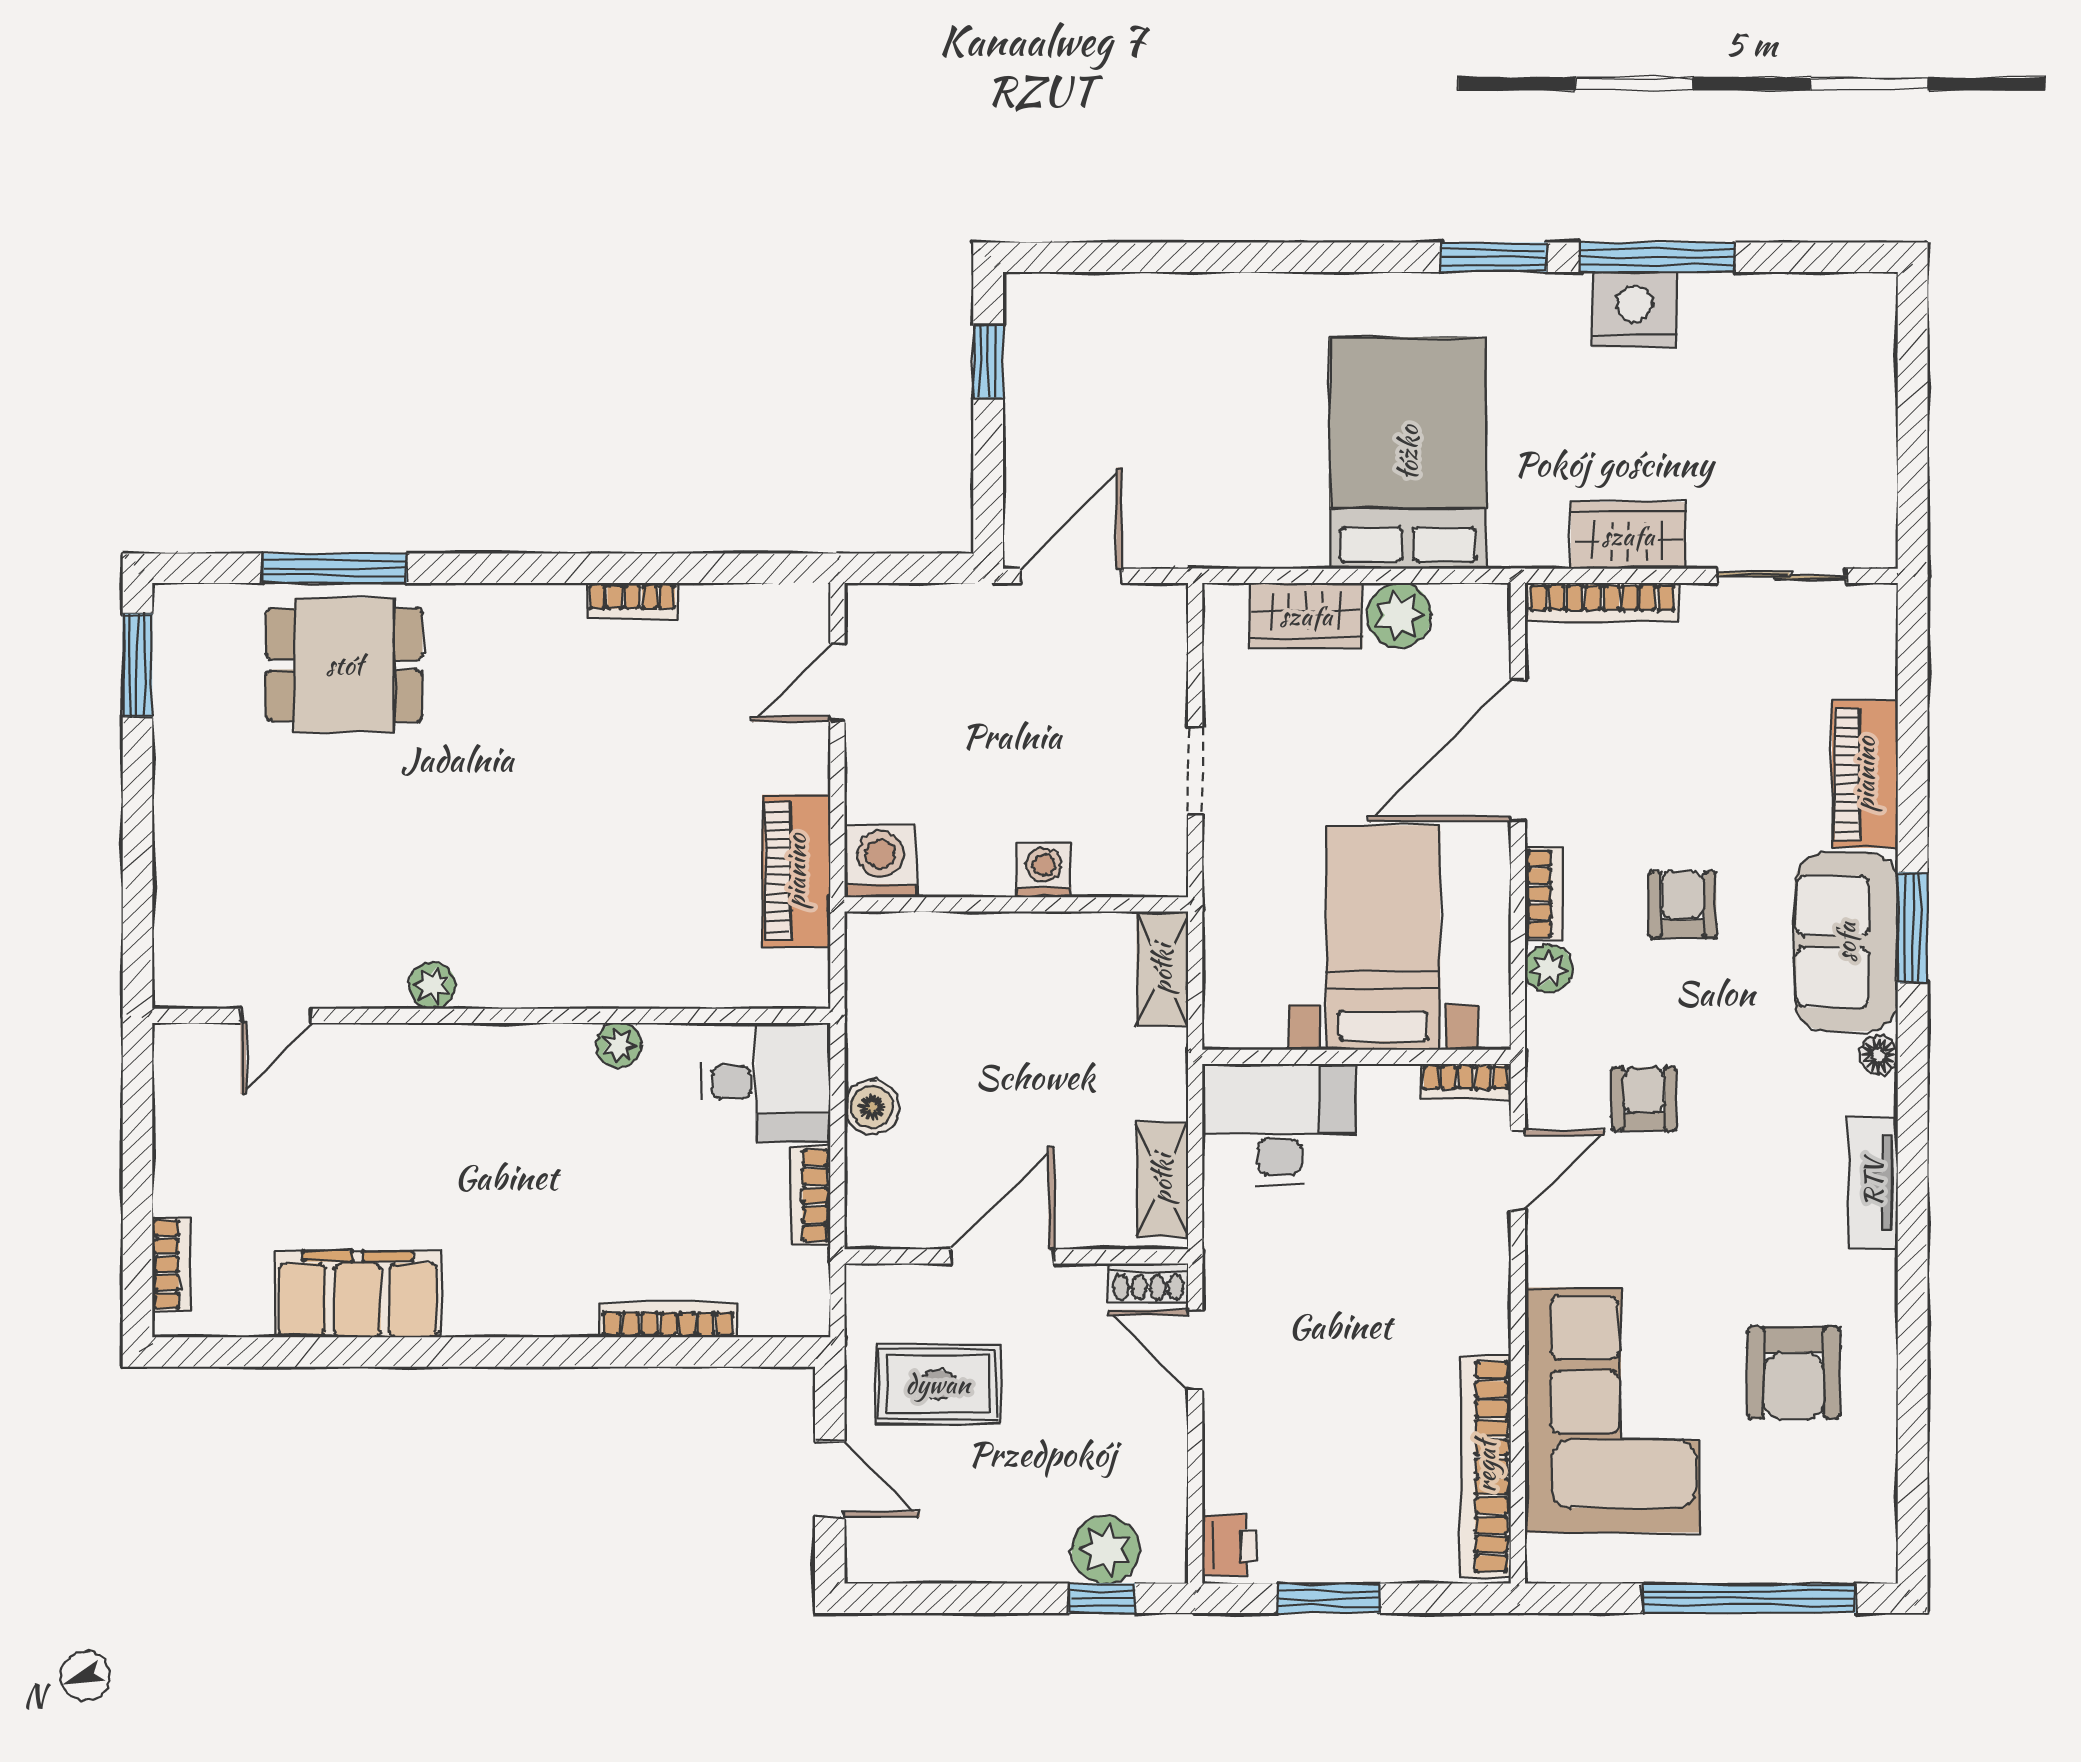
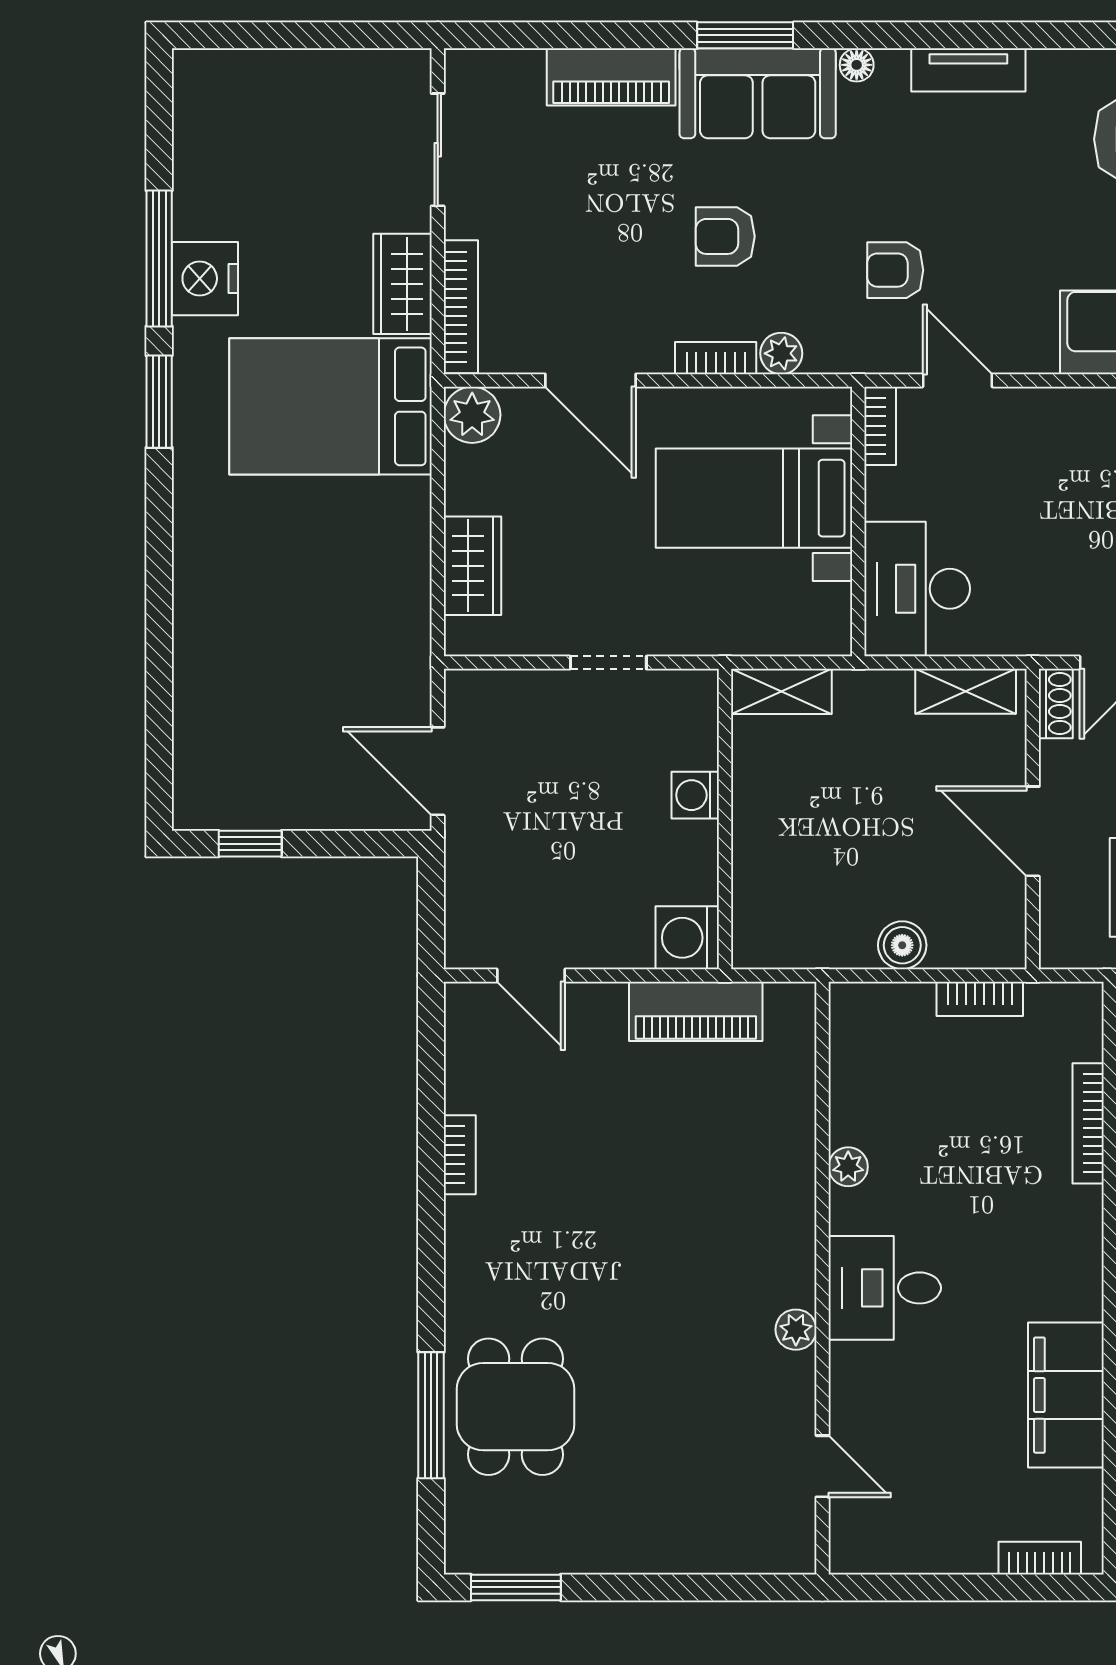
bed: (1408, 453) -> (330, 406), moved
plant: (1399, 615) -> (472, 415), moved
door: (1518, 751) -> (590, 380), width x0.73
desk: (766, 1082) -> (885, 1288), moved, turned -90

